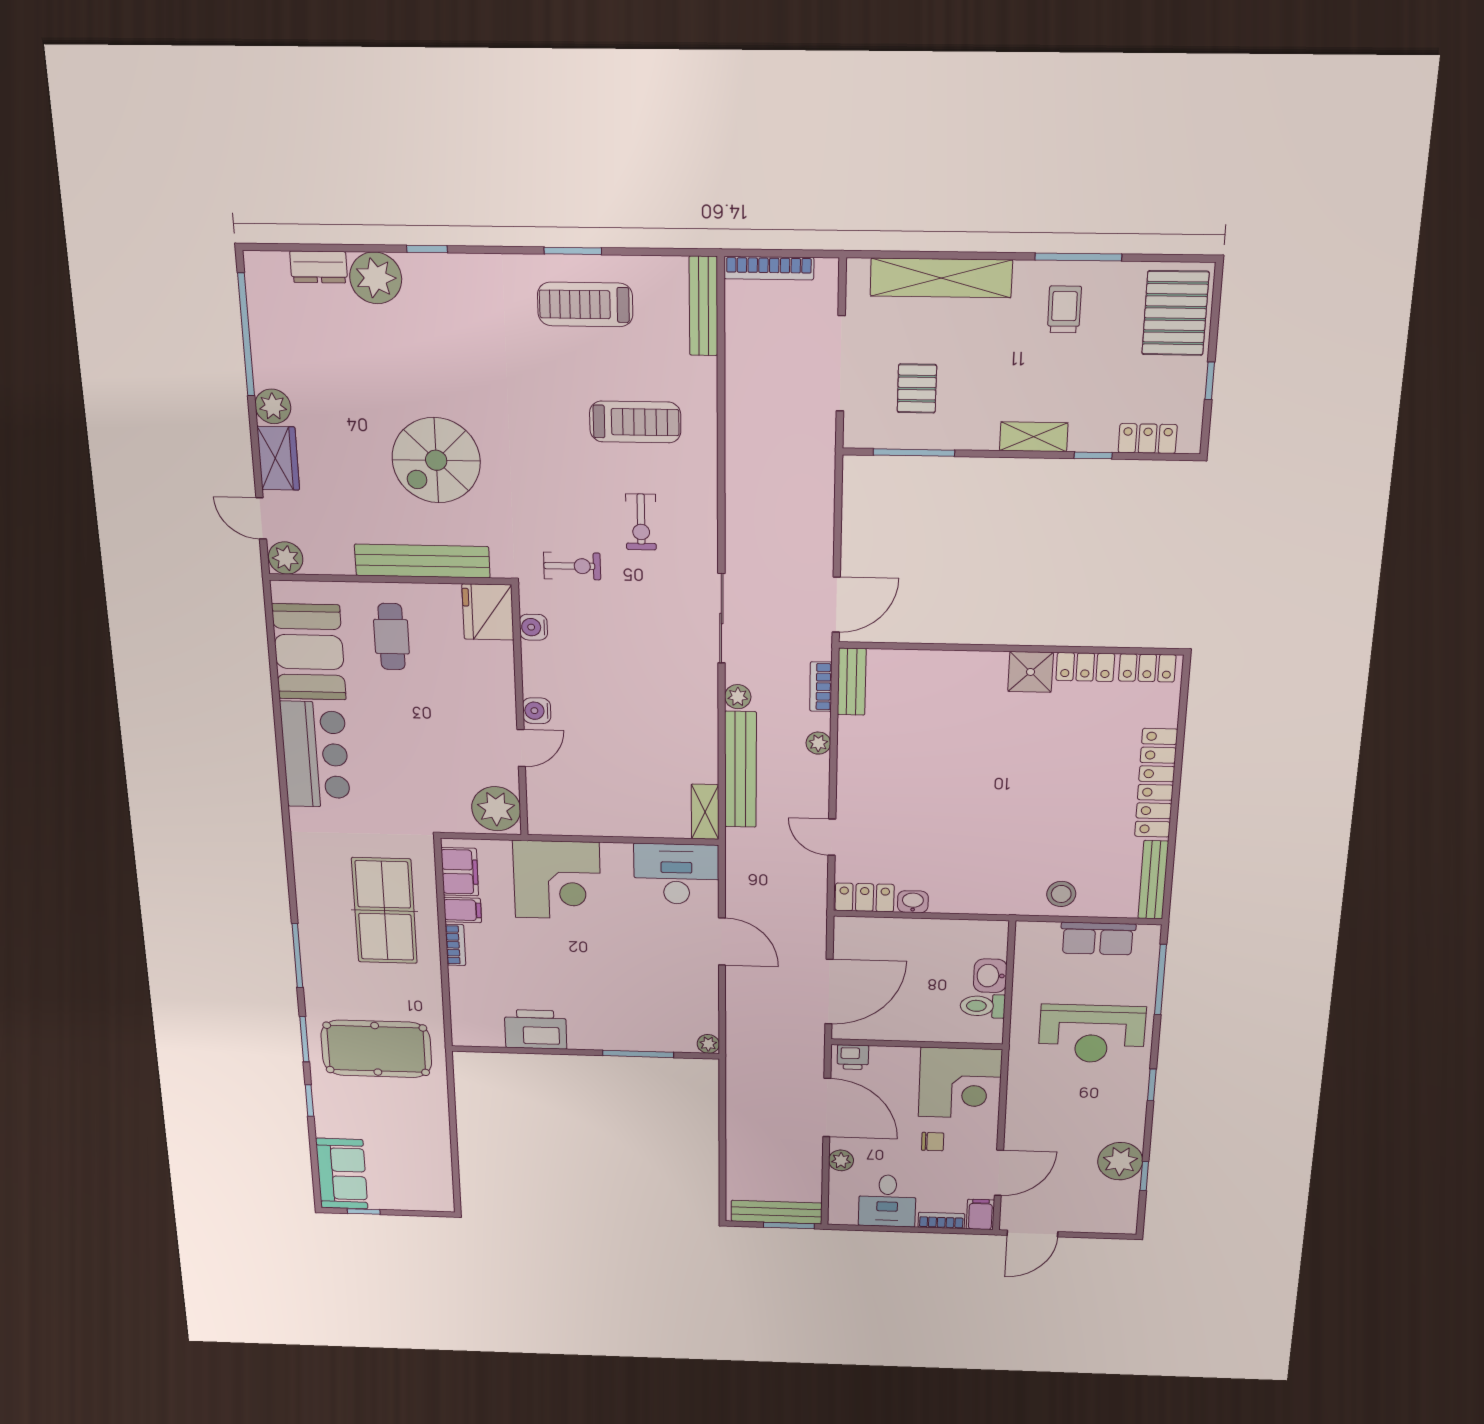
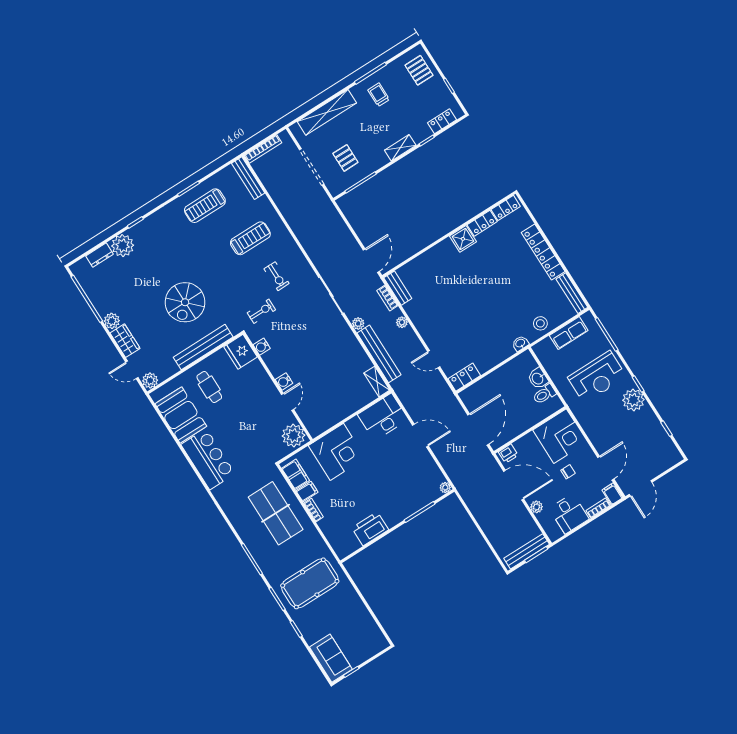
pallet: (1175, 313) -> (419, 70), width x0.67, depth x0.71
washbasin: (913, 902) -> (520, 343), moved
plant: (1120, 1161) -> (633, 400), moved

